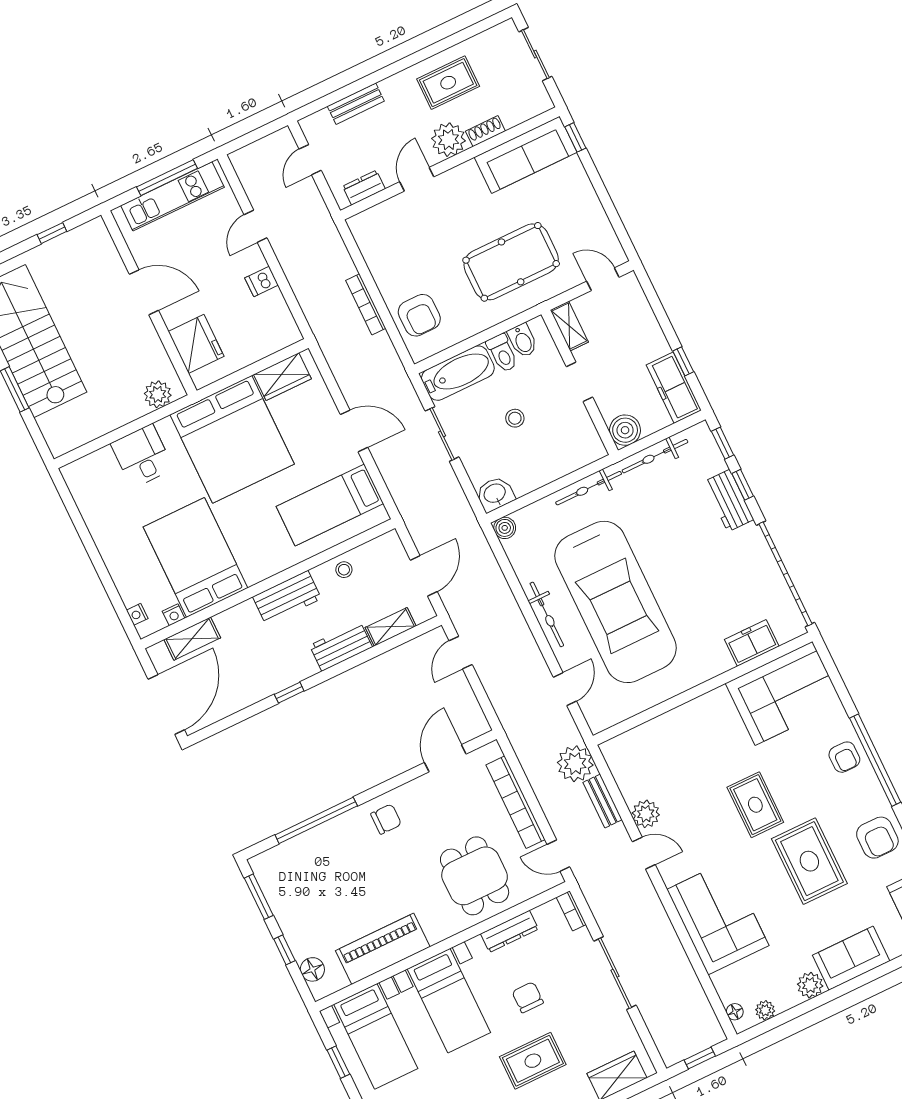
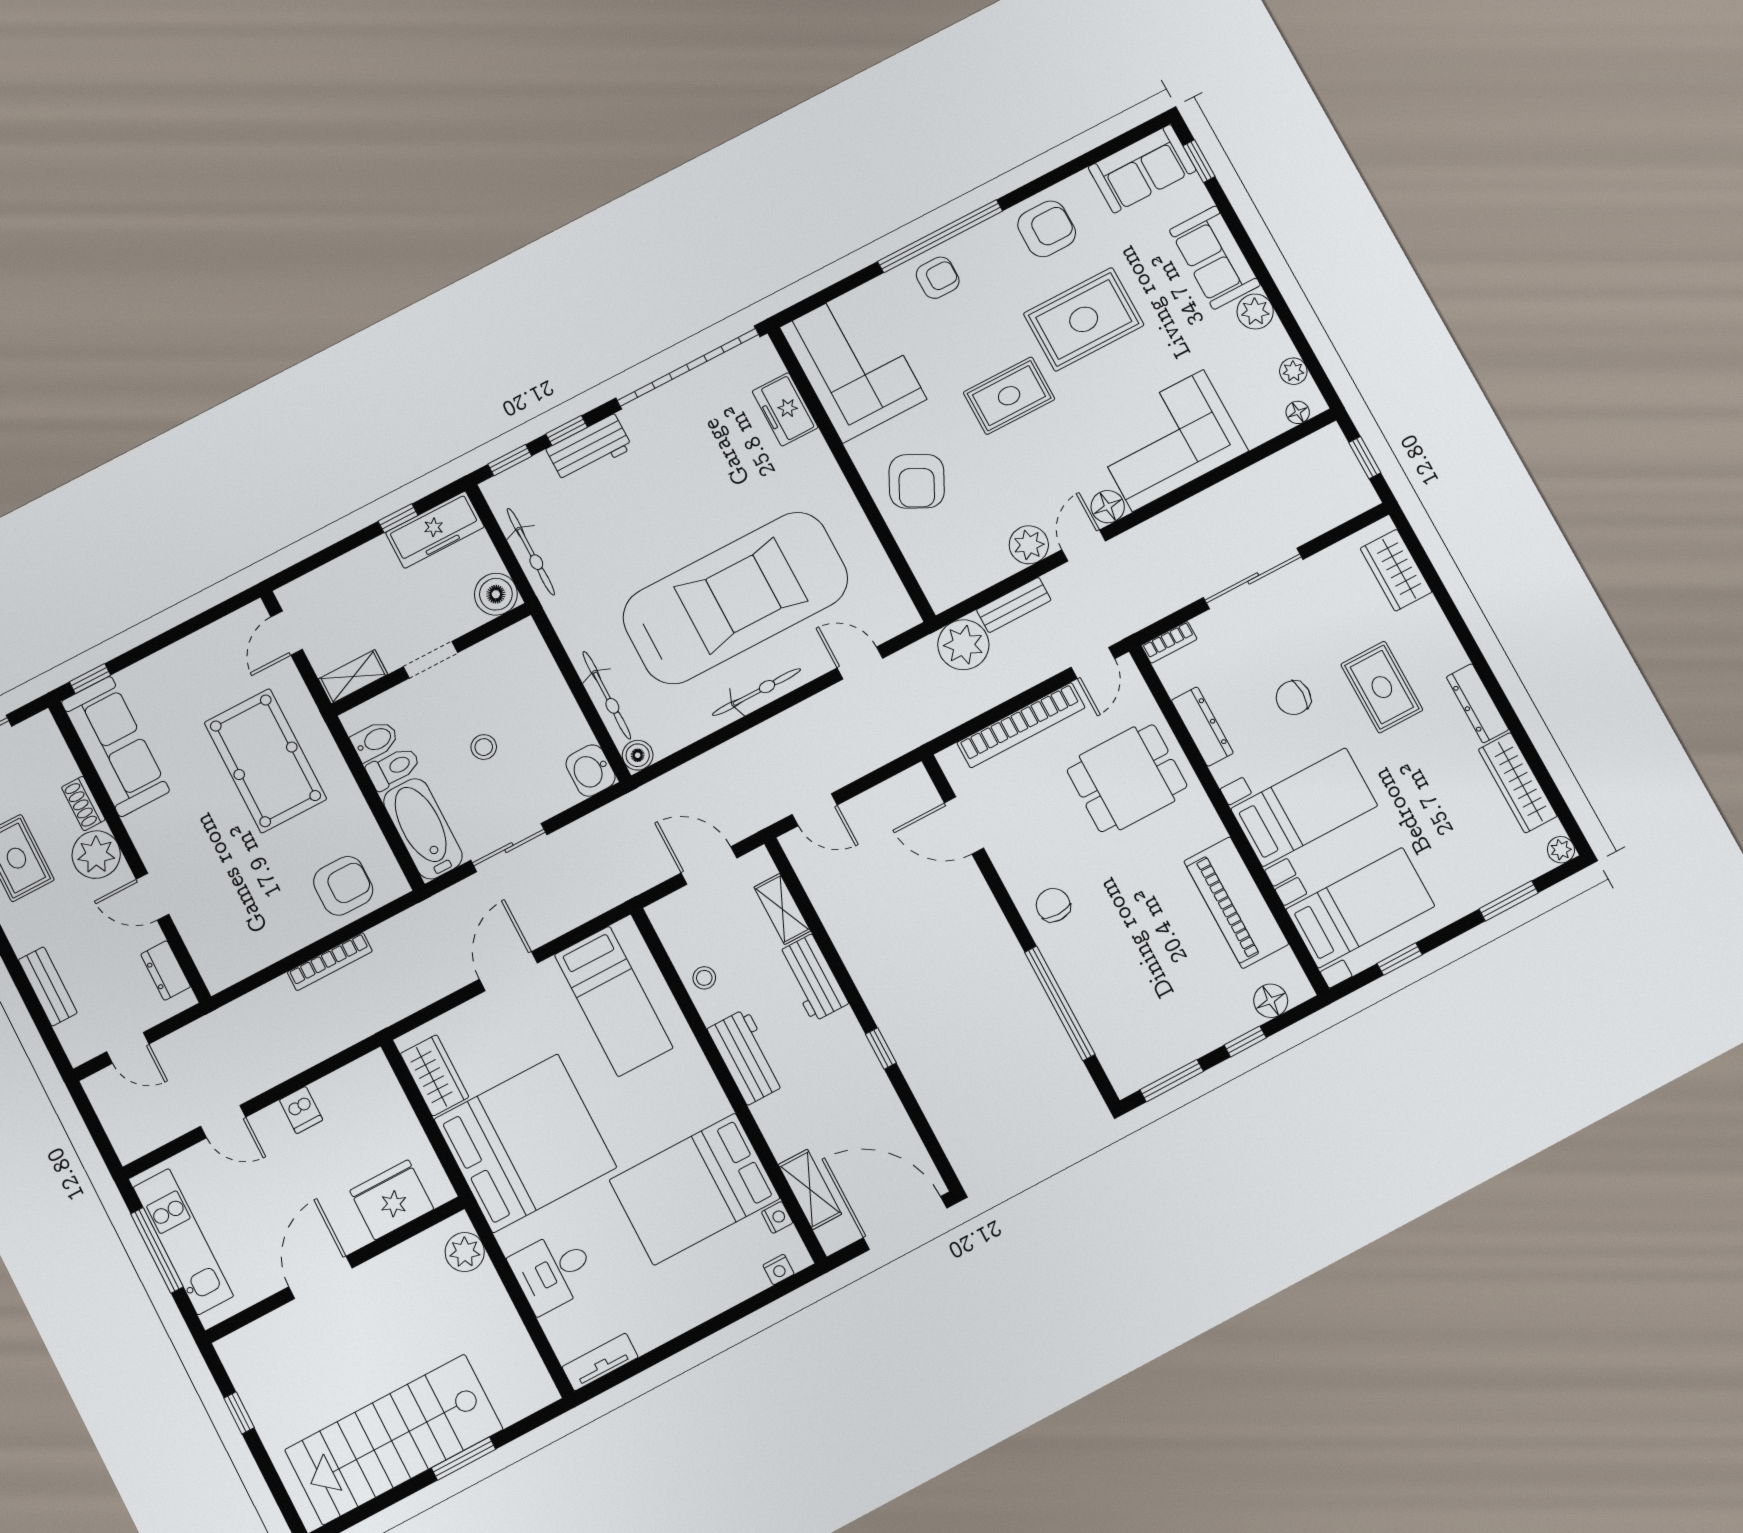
tv unit: (78, 487) -> (600, 1362), added
bicycle: (589, 488) -> (607, 695), moved
armchair: (695, 735) -> (917, 481), added
floor lamp: (671, 872) -> (1108, 507), added

